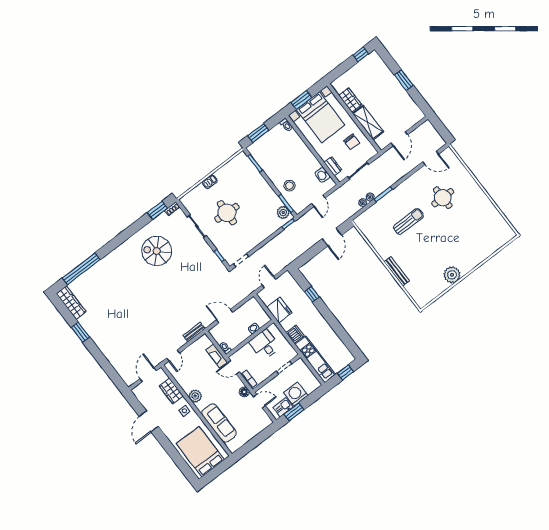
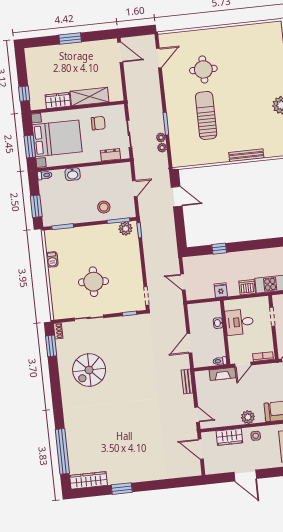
window: (361, 54) -> (24, 94), moved
door: (399, 139) -> (120, 52), moved
washbasin: (322, 175) -> (73, 174), moved
barbecue: (210, 182) -> (52, 259), moved
door: (318, 201) -> (135, 189), hinge flipped
sun lounger: (408, 221) -> (206, 115), width x1.36, depth x1.34
fridge: (279, 310) -> (221, 290), width x0.53, depth x0.75
floor lamp: (244, 392) -> (272, 369), removed

